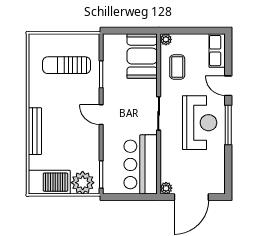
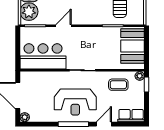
window: (177, 31) -> (146, 85), added
booth: (142, 56) -> (133, 46), moved, turned 90
door: (101, 115) -> (64, 26), moved
plant: (166, 188) -> (25, 117), moved

